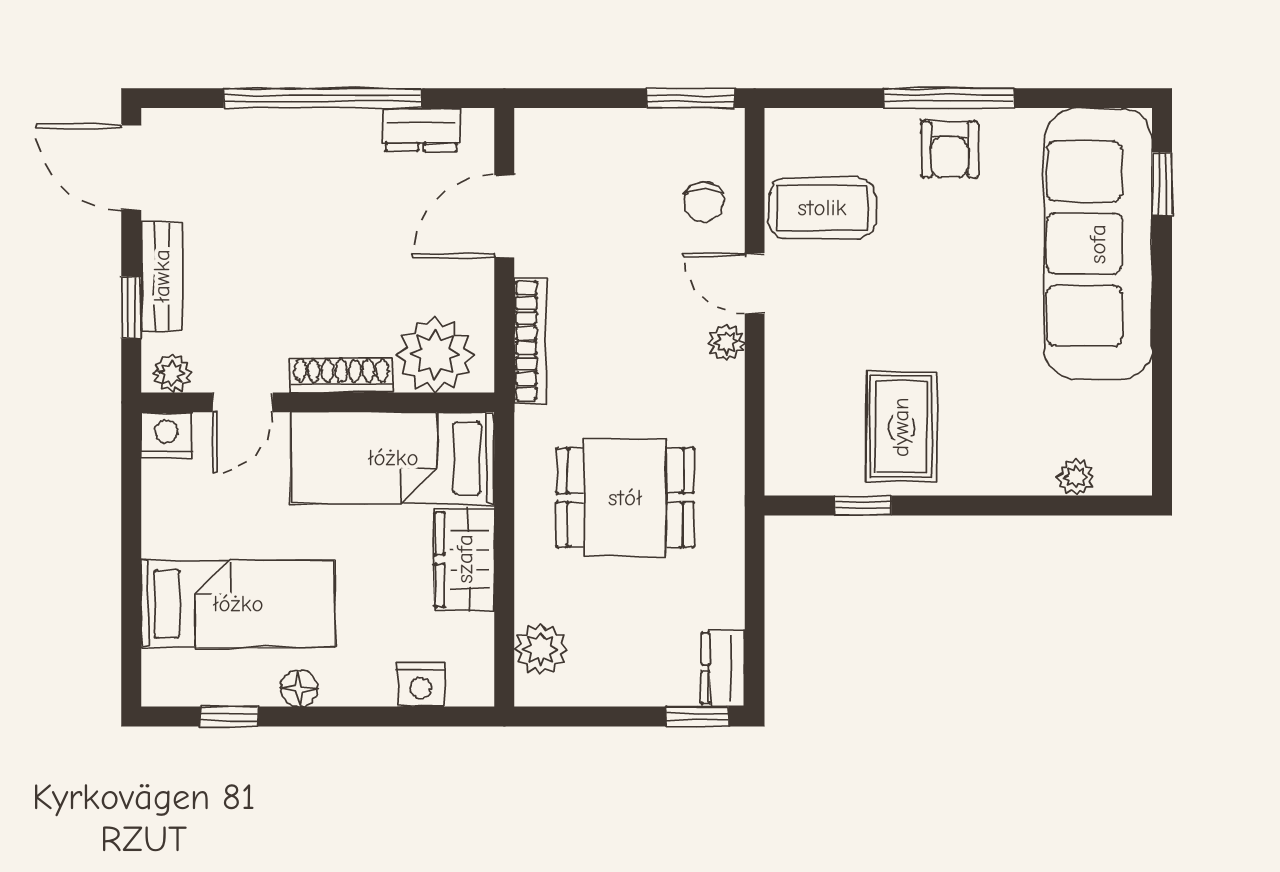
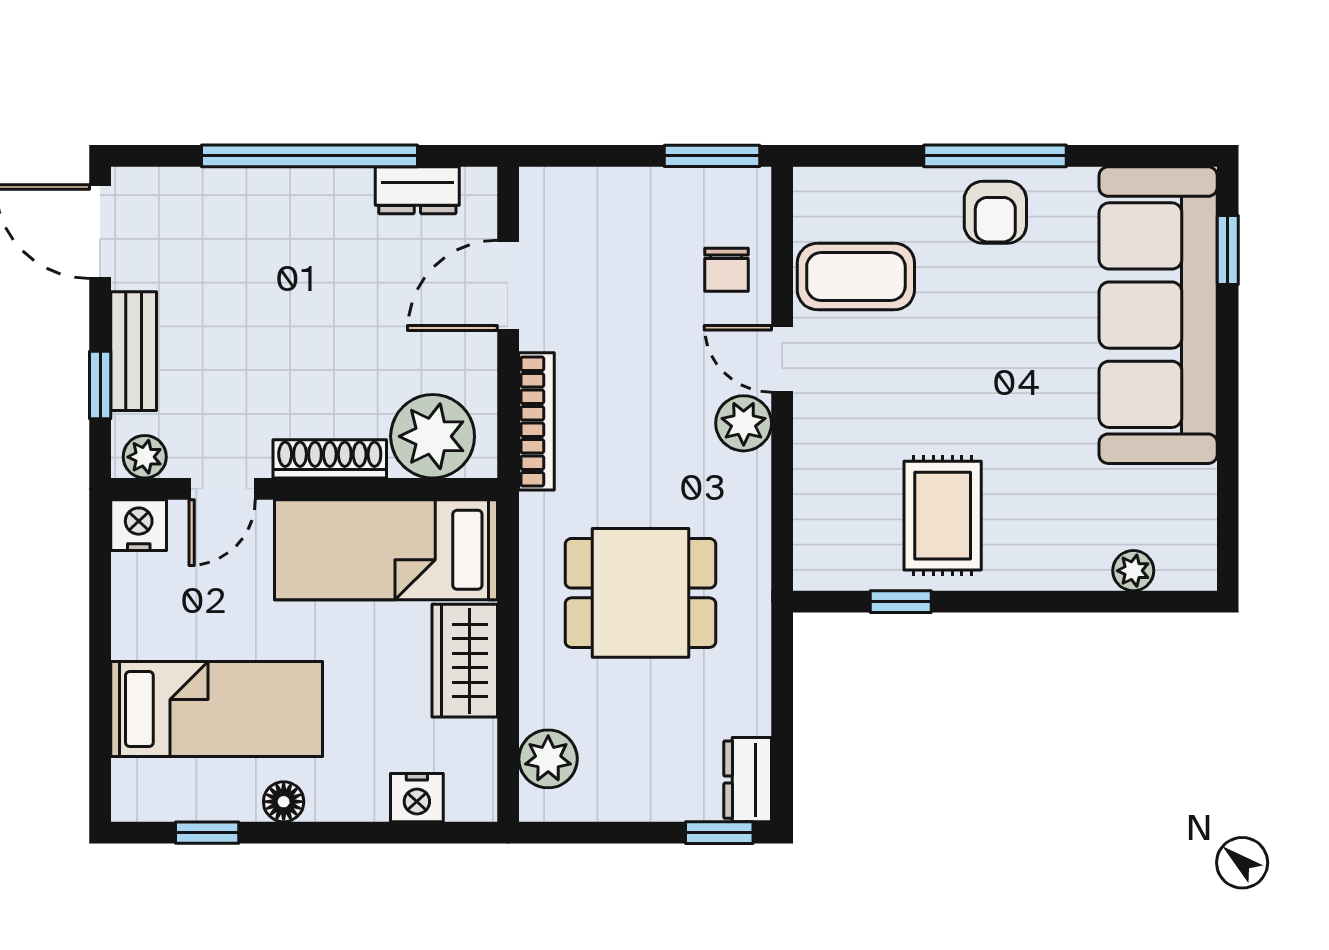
plant: (726, 342) -> (744, 423), width x1.38, depth x1.38

